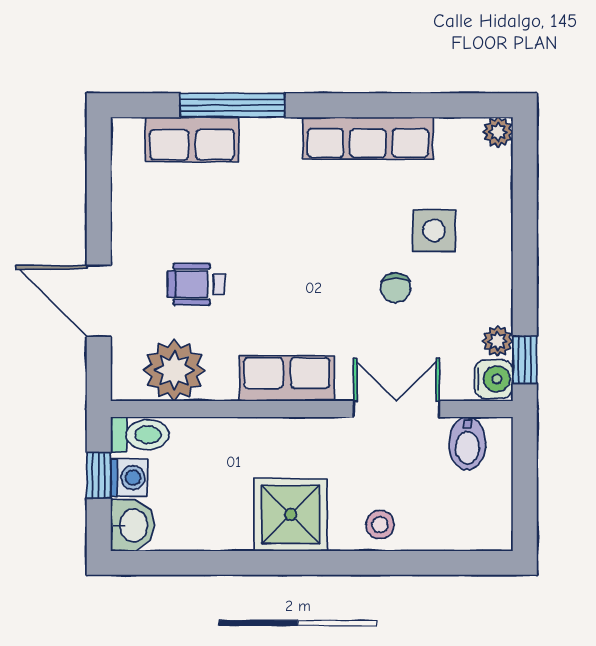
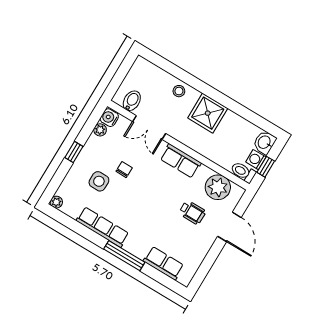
window: (232, 105) -> (124, 256), moved
window: (525, 360) -> (74, 152), moved

